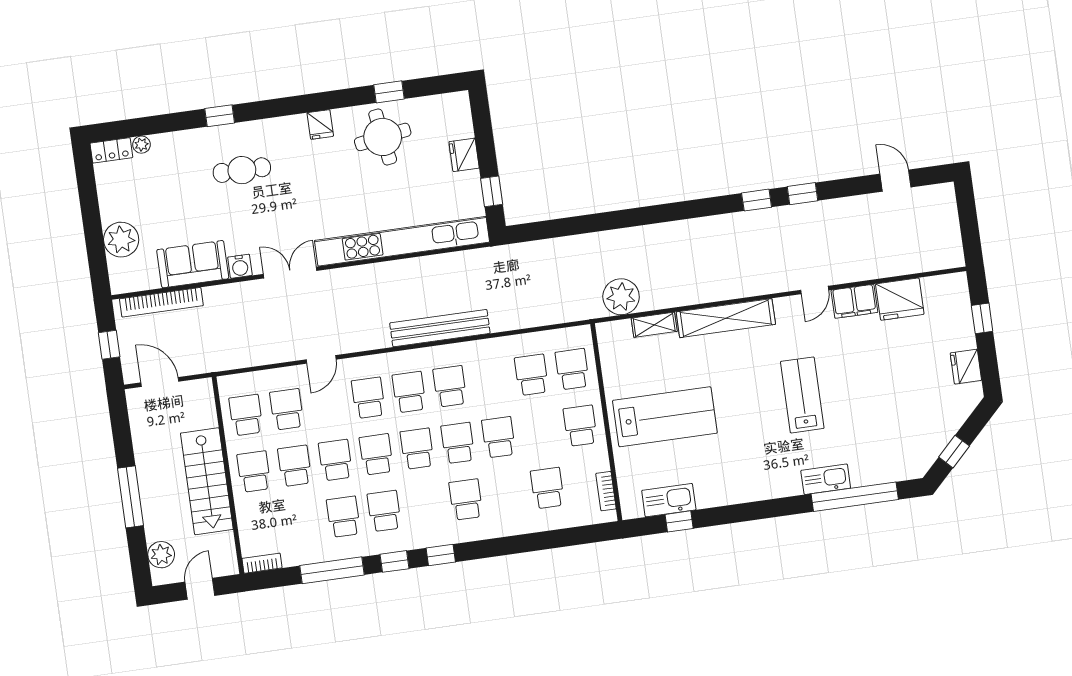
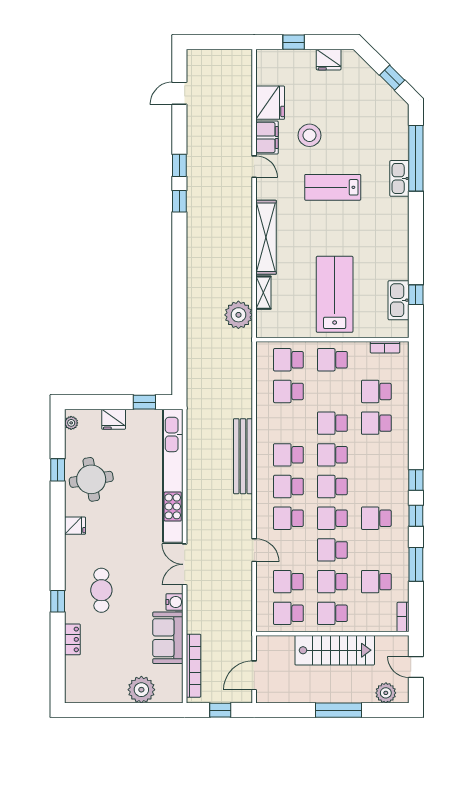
plant: (142, 145) -> (71, 423), moved
locker: (111, 150) -> (72, 639), moved
stool: (865, 356) -> (310, 135), added
school desk: (466, 500) -> (376, 423), moved
school desk: (343, 517) -> (376, 582), moved
window: (332, 570) -> (416, 564), width x0.69

